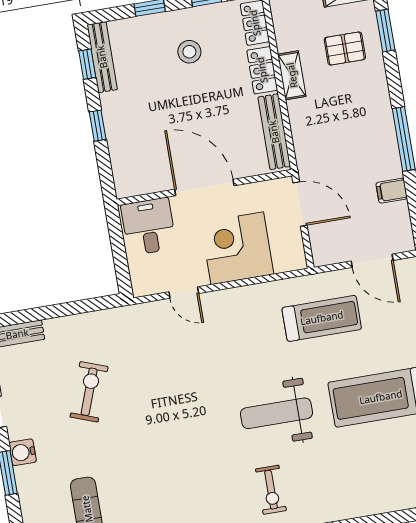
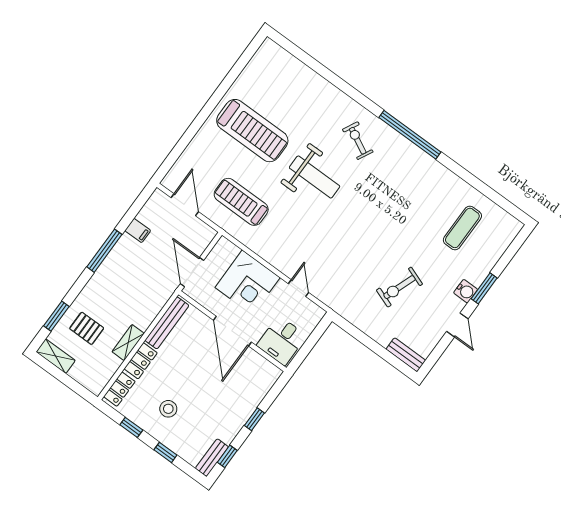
bench: (102, 57) -> (212, 458), width x0.73
exercise bike: (271, 490) -> (358, 141), turned -63

